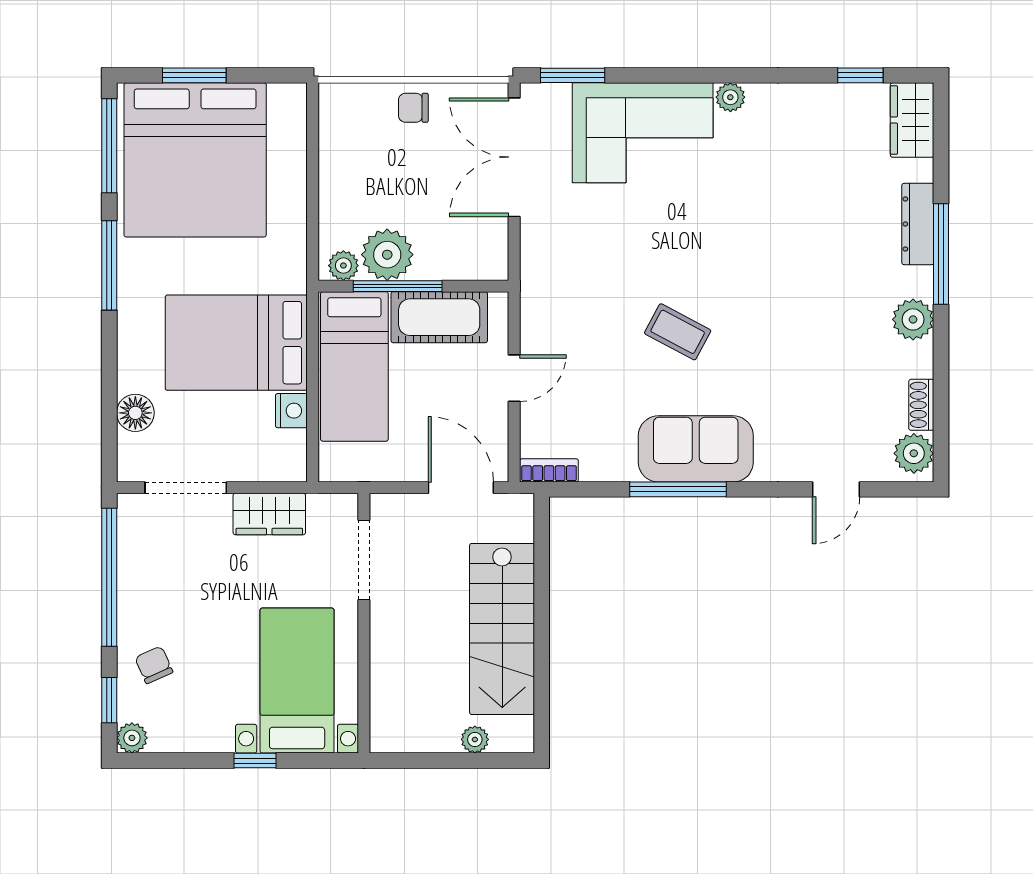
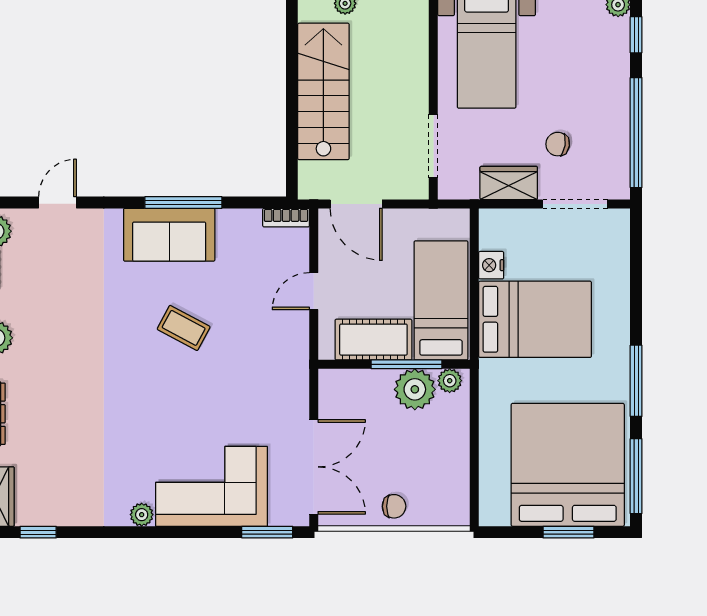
floor lamp: (135, 413) -> (615, 263), removed
chair: (154, 665) -> (558, 144), moved, turned 123

